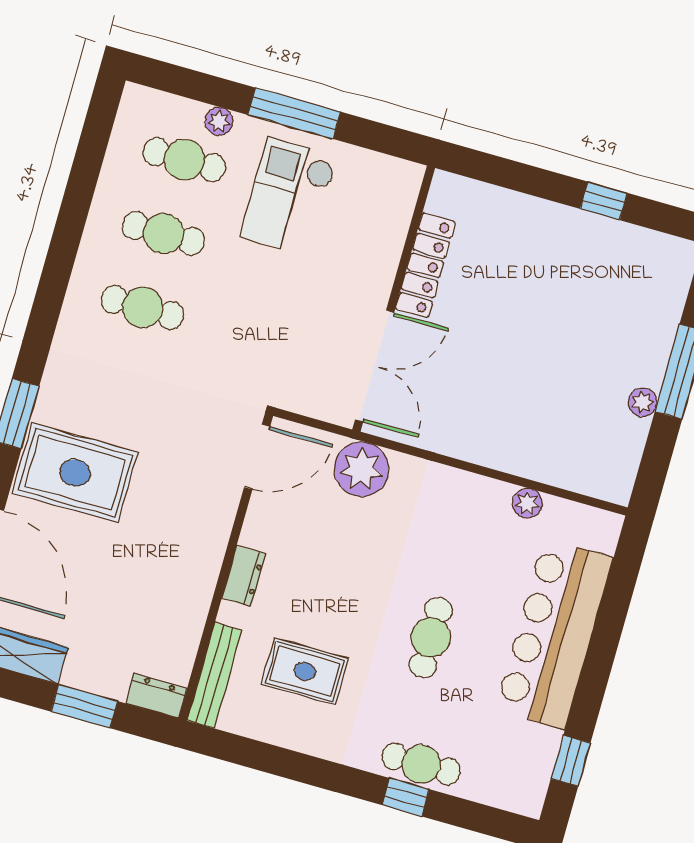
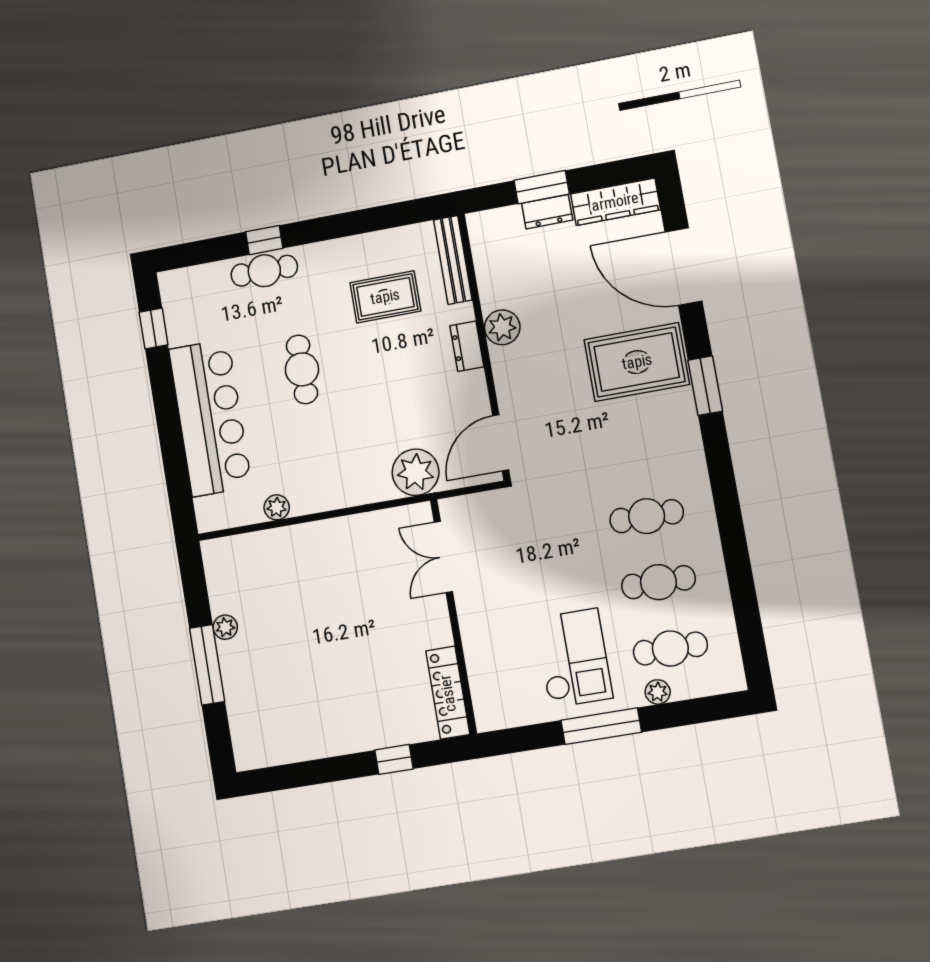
window: (604, 201) -> (394, 759), moved
locker: (425, 265) -> (448, 693), moved
double door: (375, 366) -> (443, 557), width x0.73
plant: (197, 578) -> (502, 327), added
dresser: (156, 696) -> (547, 212), moved

